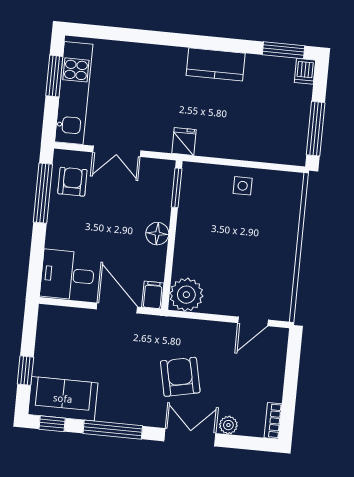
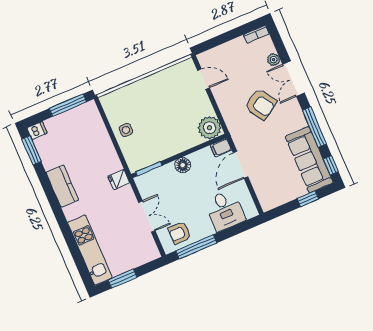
kitchen unit: (74, 93) -> (90, 250), moved, turned 90
desk: (67, 275) -> (225, 210), moved
armchair: (180, 377) -> (261, 104), turned -111
sofa: (63, 399) -> (309, 160), width x1.36

